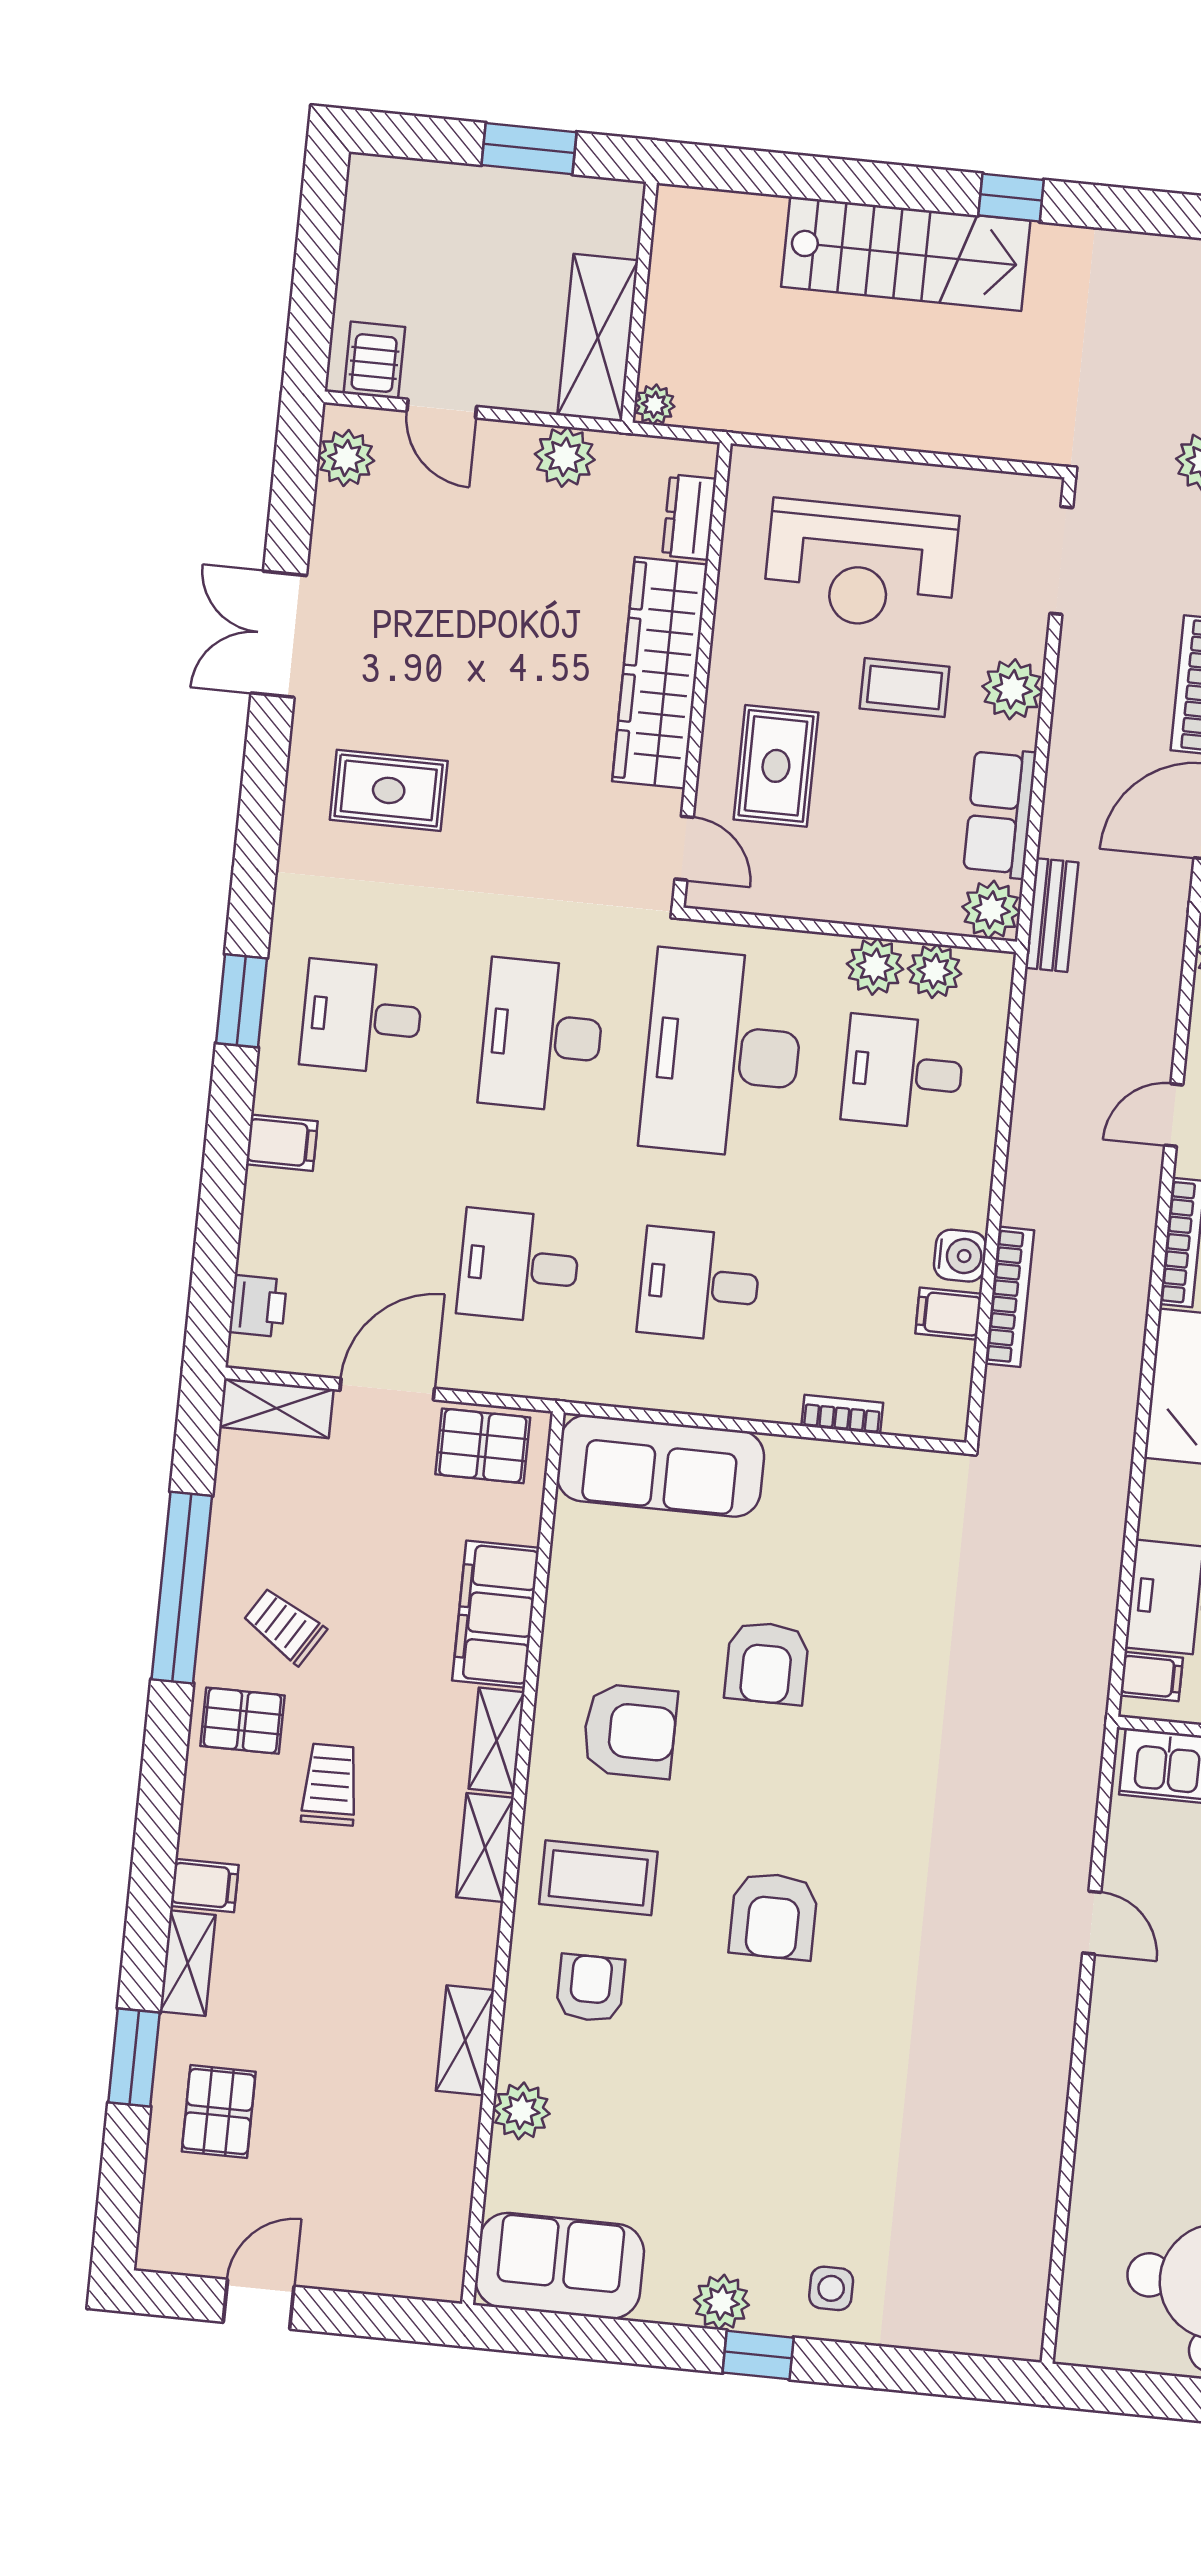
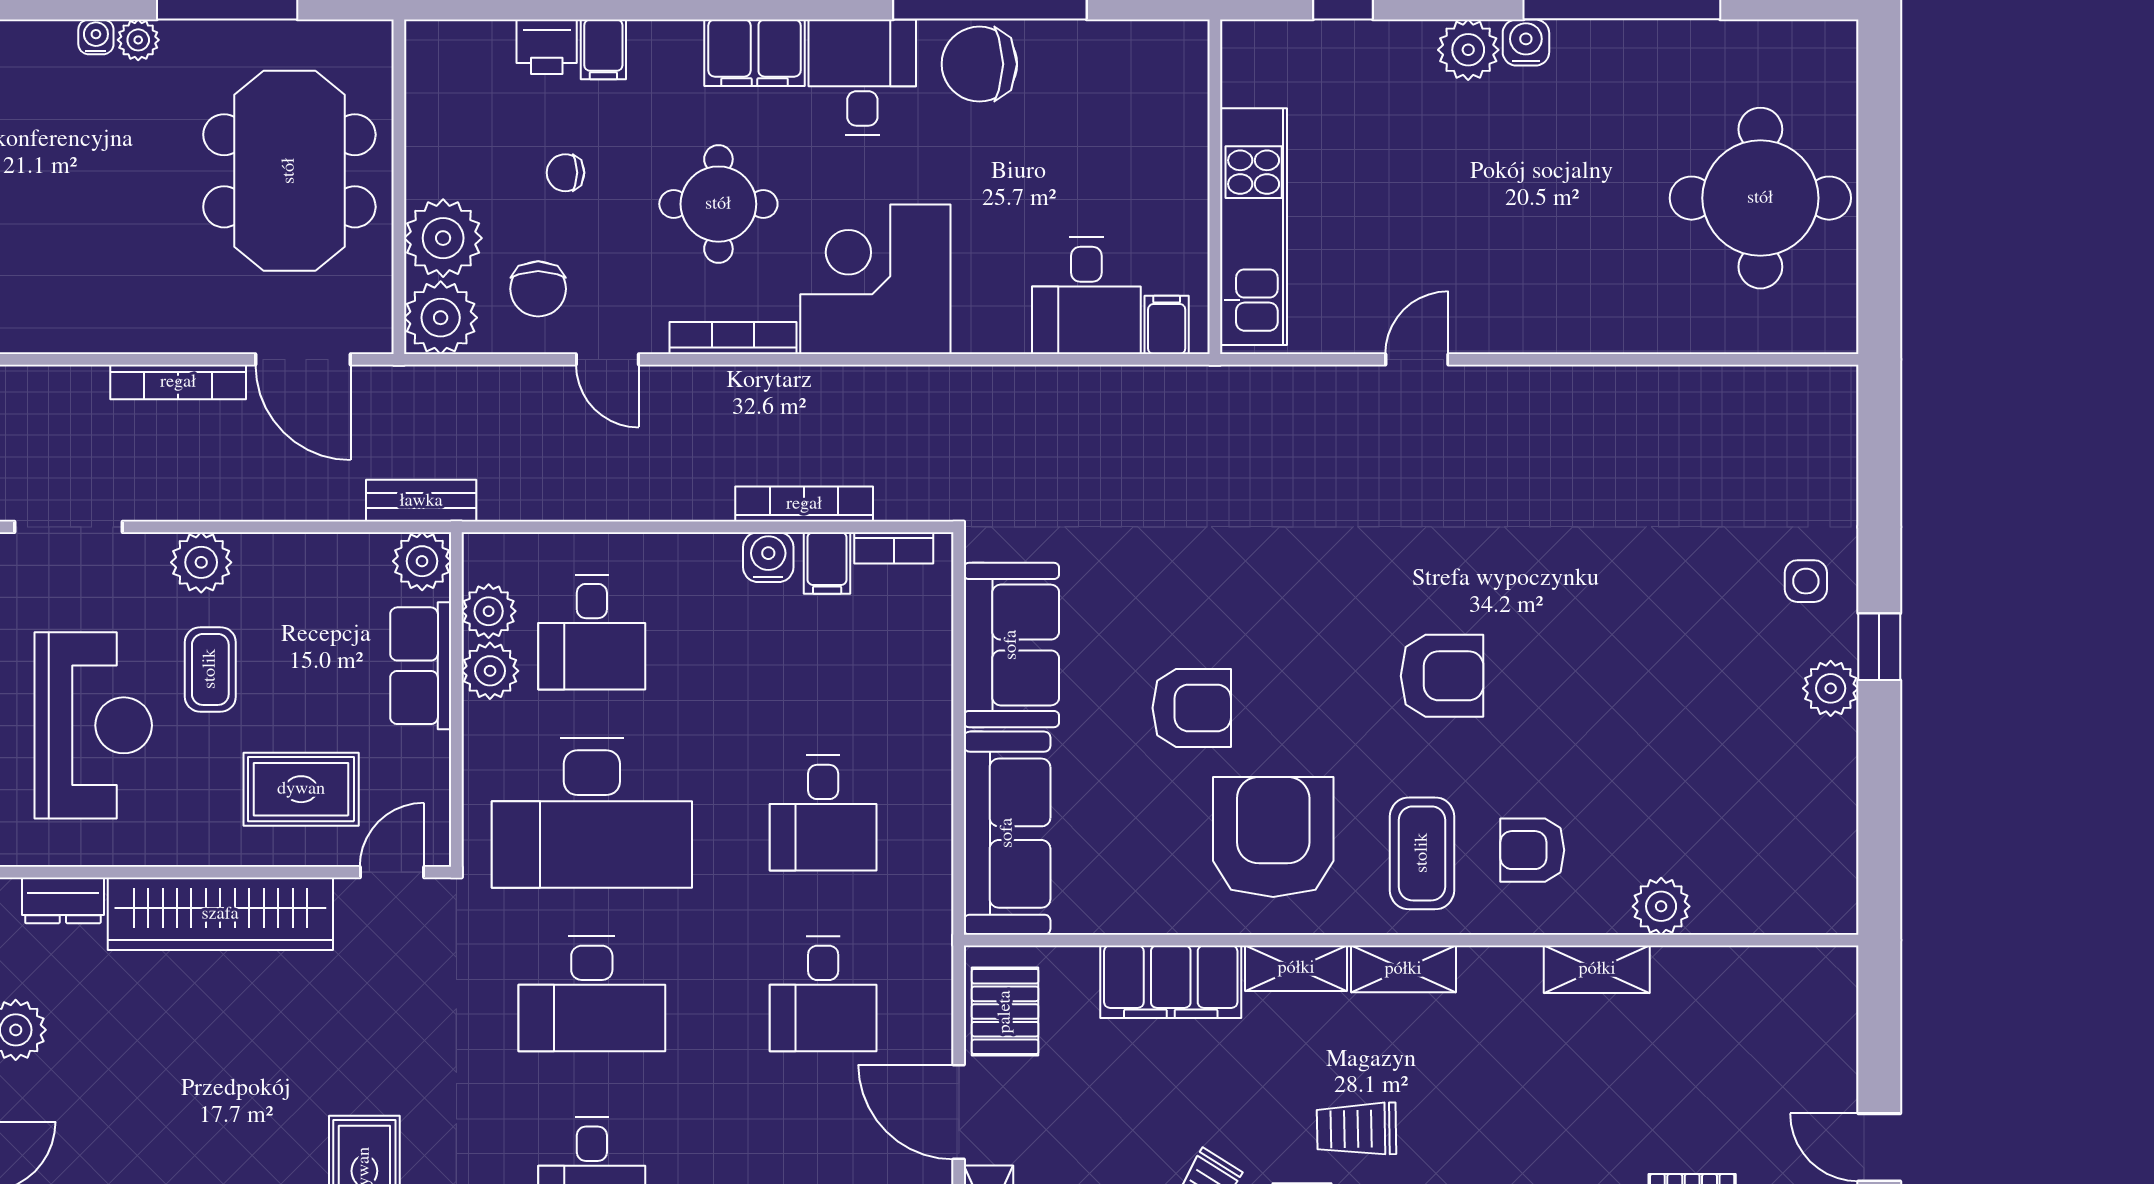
row of seats: (1000, 813) -> (421, 666), moved, turned 90
bookcase: (842, 1414) -> (894, 548), moved, turned -90
armchair: (630, 1731) -> (1273, 837), width x1.36, depth x1.36
sofa: (560, 2266) -> (1011, 645), moved, turned 180

